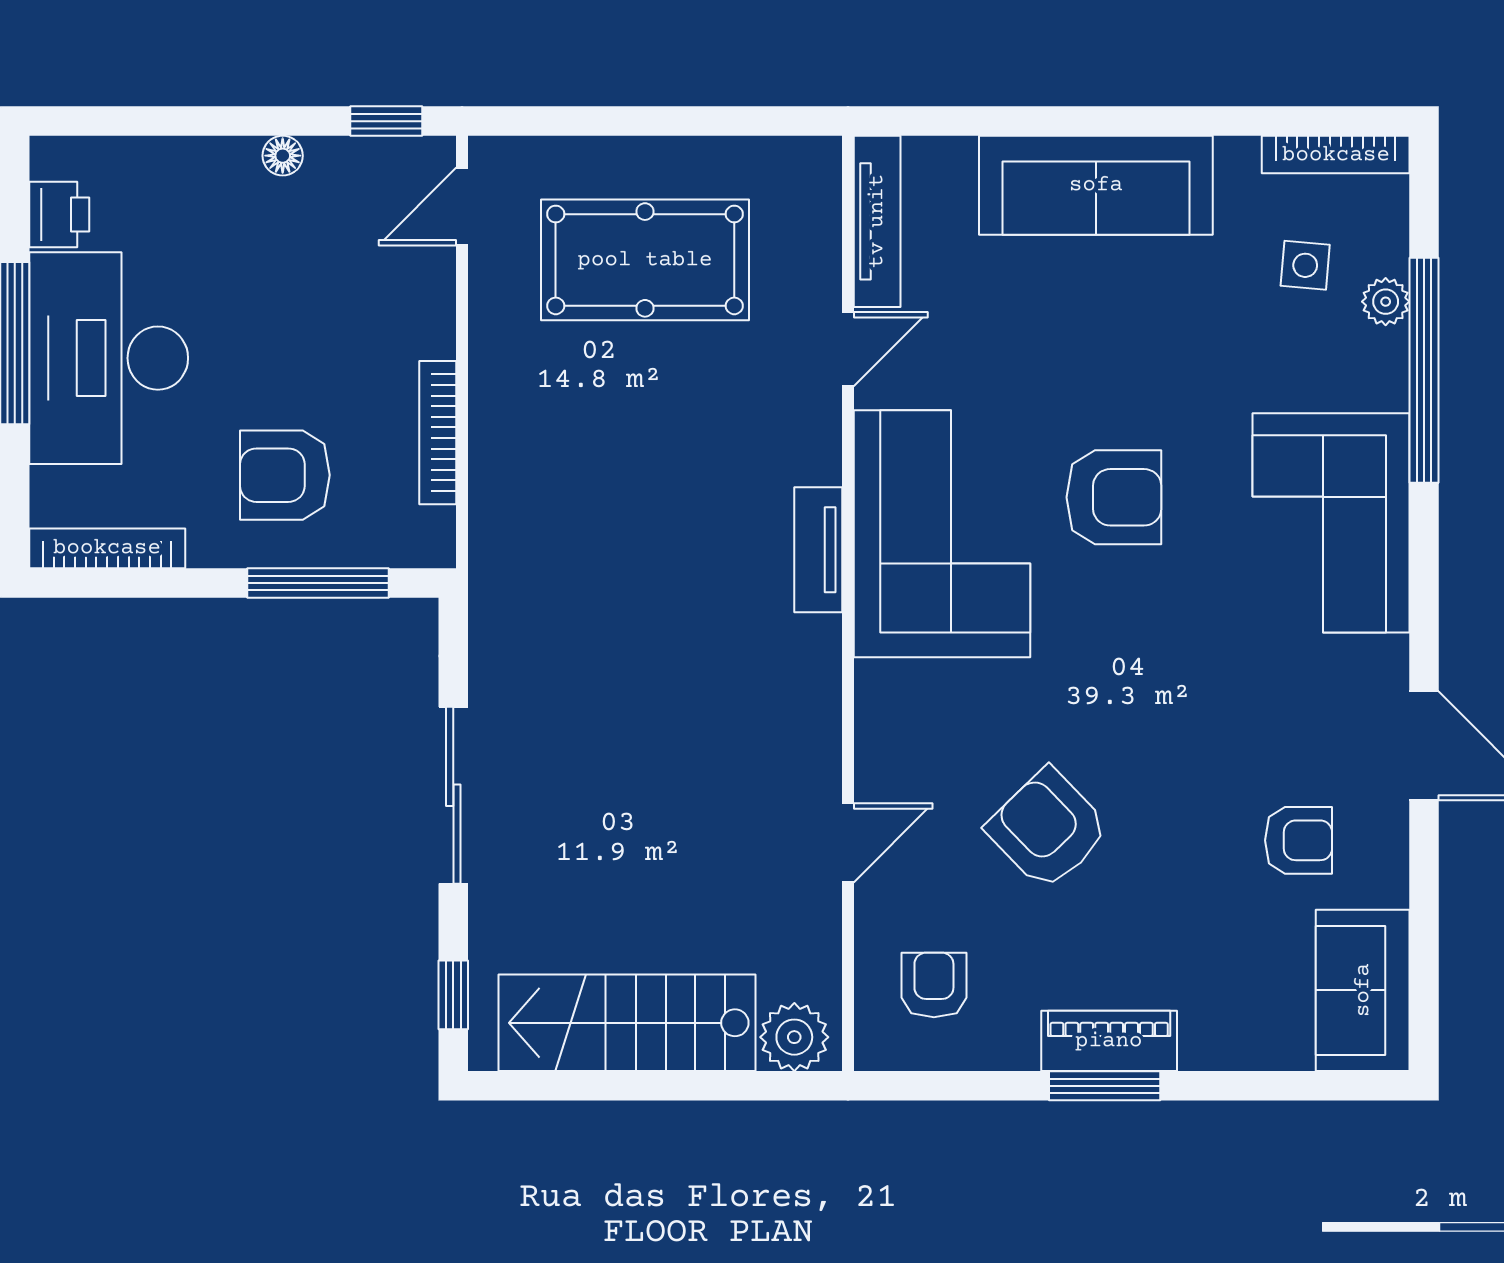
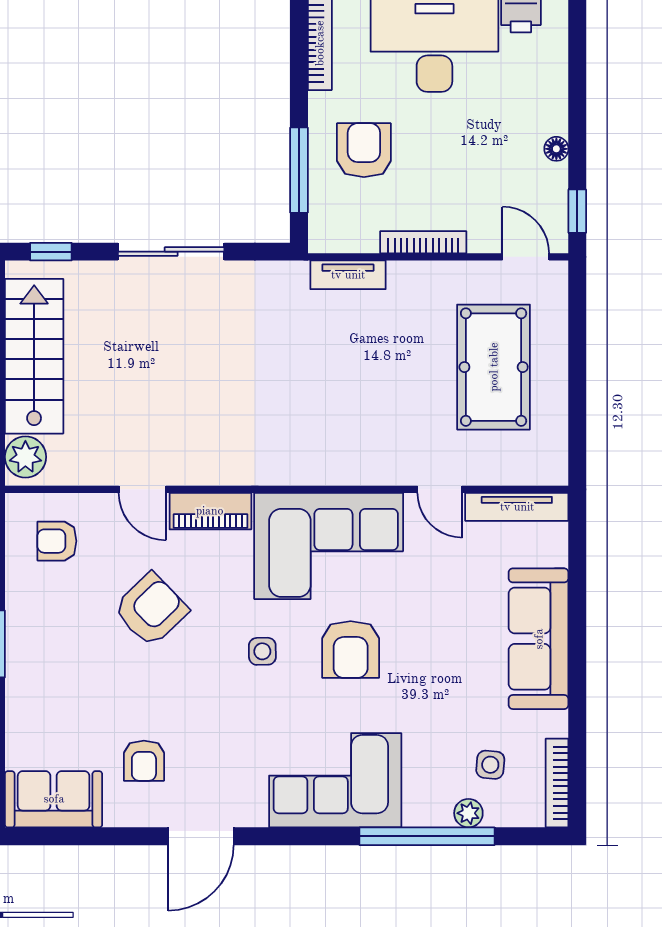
bookcase: (438, 433) -> (423, 242), moved
tv unit: (818, 550) -> (348, 275), moved, turned 180
side table: (1117, 644) -> (262, 651), added
armchair: (934, 985) -> (57, 541), turned 180
piano: (1109, 1041) -> (210, 511), moved, turned 90

